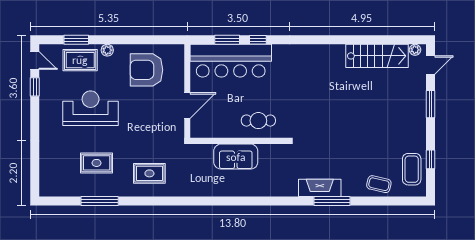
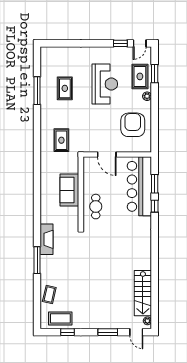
rug: (149, 173) -> (61, 140), moved
fireplace: (320, 188) -> (47, 239), moved

